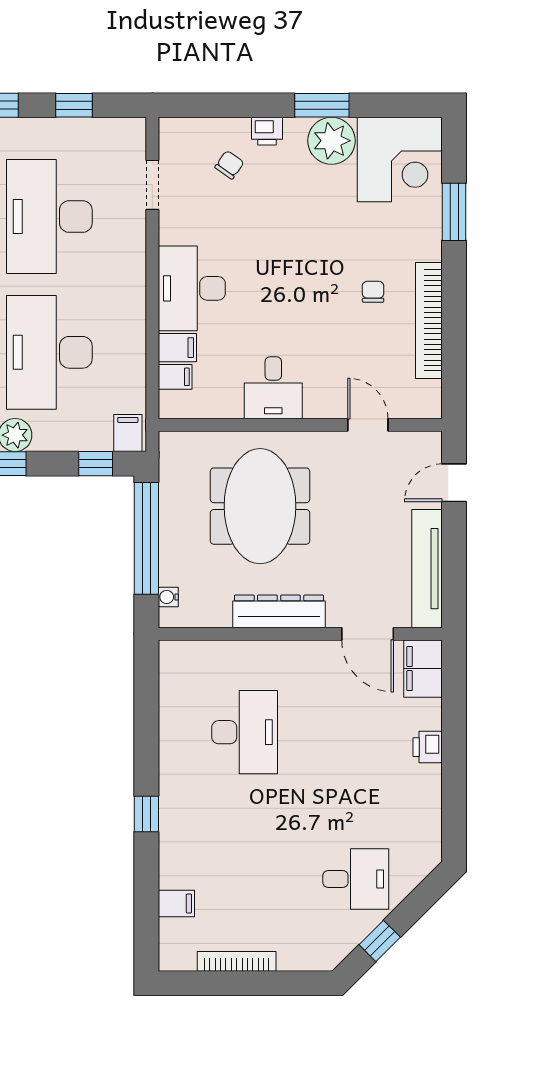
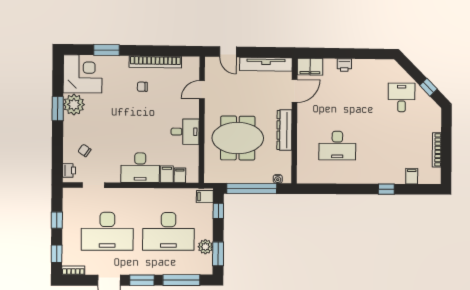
printer: (267, 131) -> (69, 170), moved
desk: (245, 732) -> (337, 146), turned 180
window: (146, 814) -> (386, 189), moved

